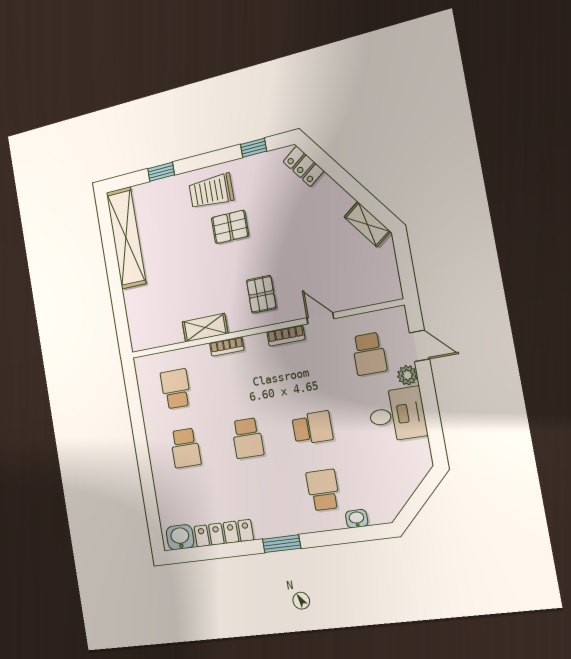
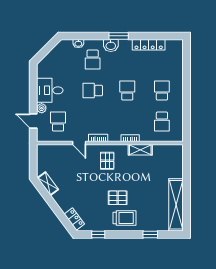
washbasin: (180, 537) -> (111, 45), moved

